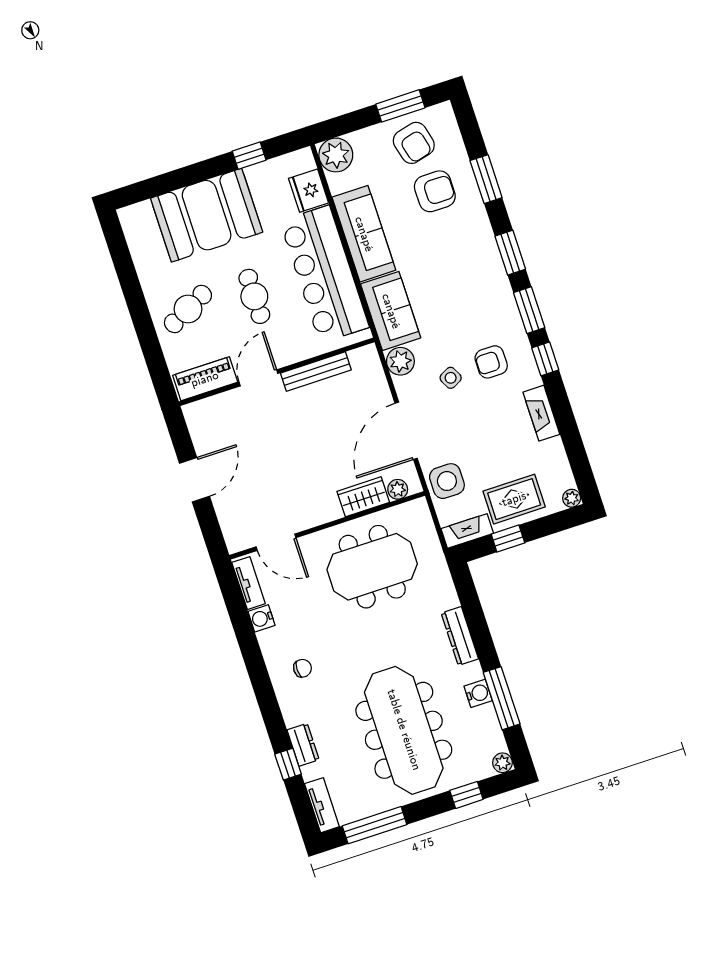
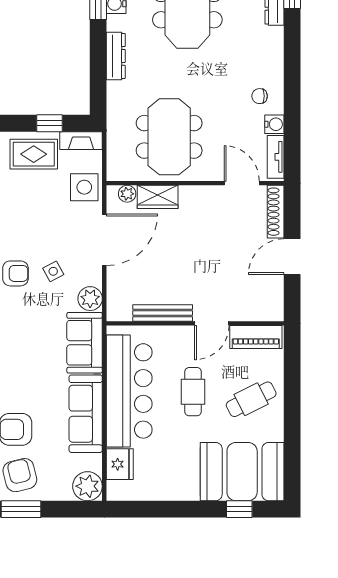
window: (249, 156) -> (239, 509), moved
booth: (207, 215) -> (242, 472), moved
shoe rack: (229, 523) -> (276, 212), added
meeting table: (372, 567) -> (169, 137), turned 90
chair: (303, 668) -> (260, 96), moved

